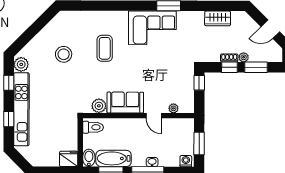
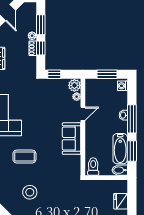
plant: (99, 106) -> (74, 85), moved
fridge: (69, 159) -> (121, 201), moved

